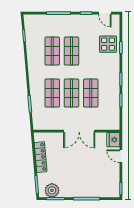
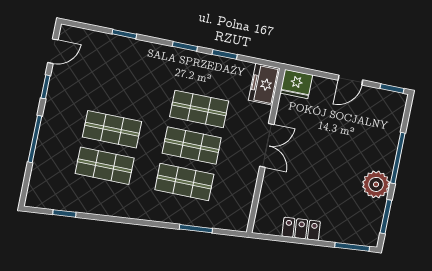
display table: (108, 44) -> (113, 57), removed
freezer: (110, 123) -> (264, 84), added
double door: (79, 131) -> (267, 145), width x0.73
door: (121, 156) -> (350, 80), moved
locker: (41, 157) -> (301, 229), width x0.66
plant: (52, 190) -> (376, 184), moved

